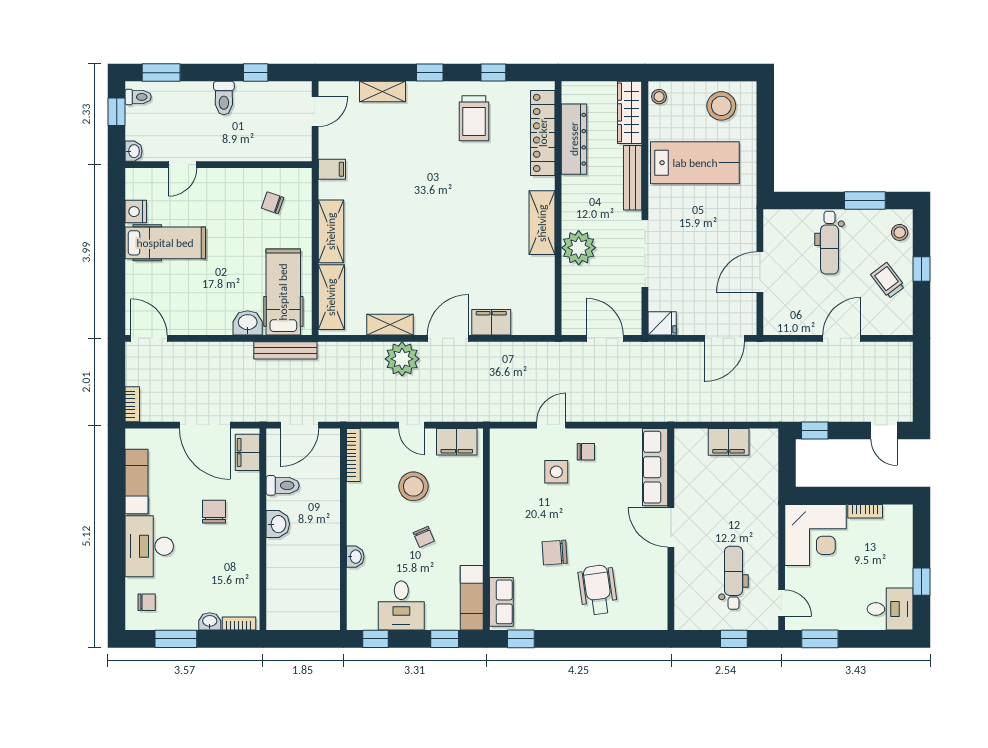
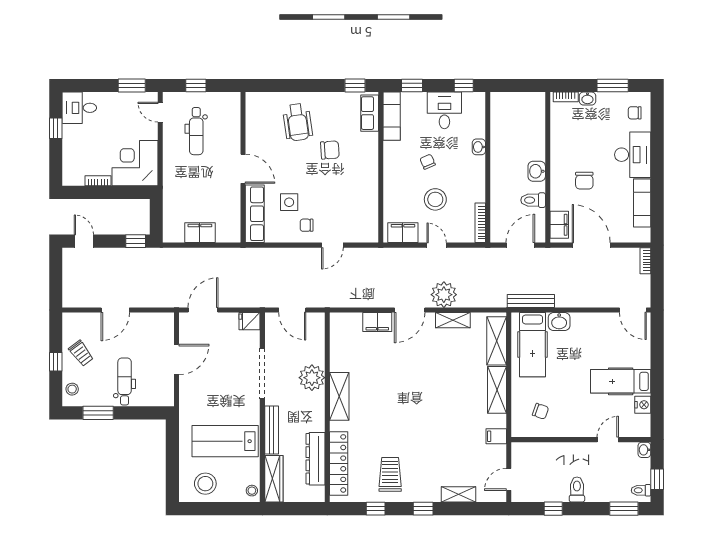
side table: (556, 472) -> (289, 202), moved

